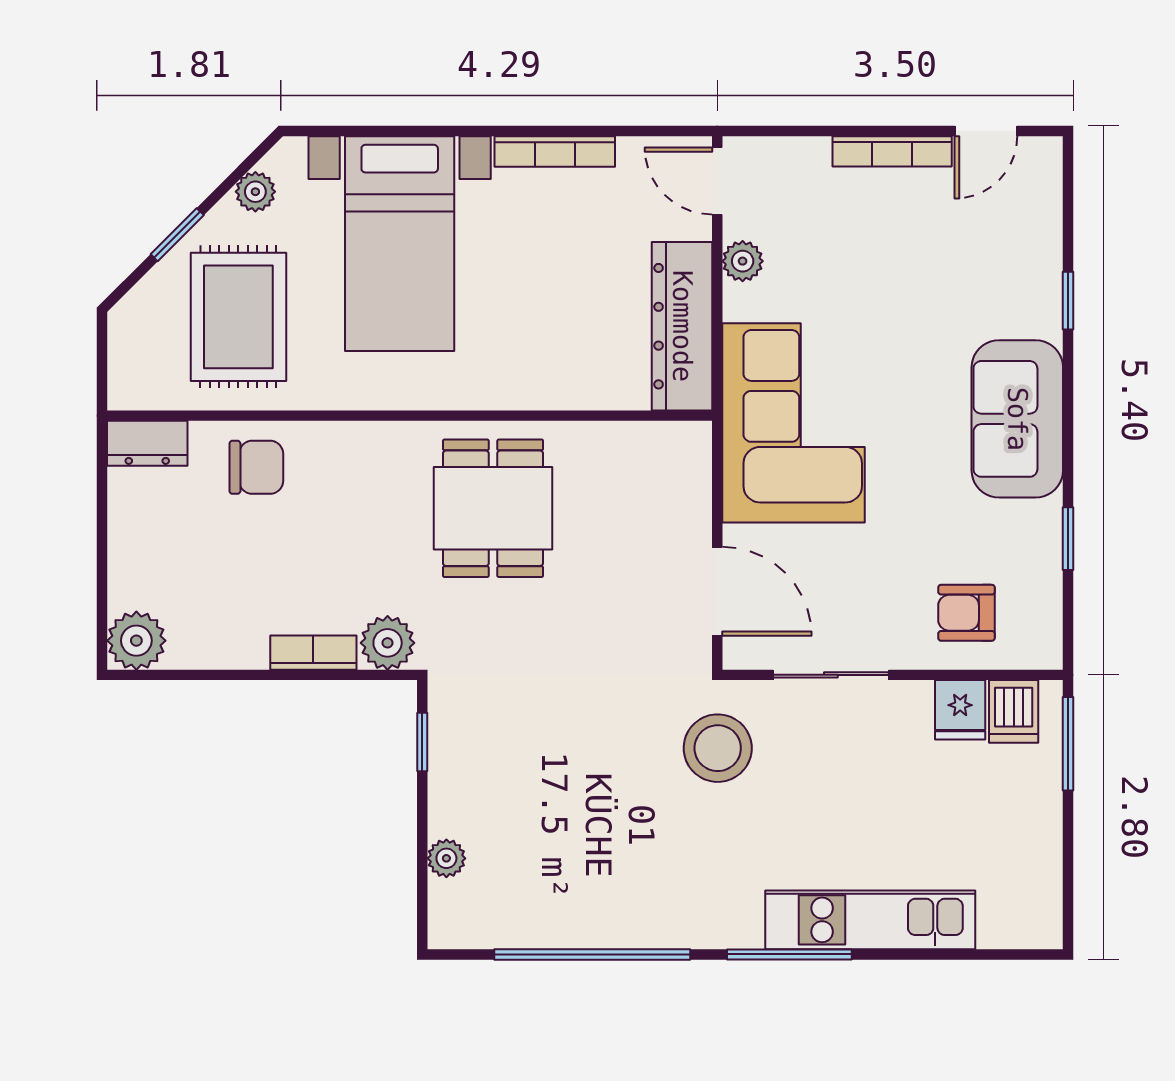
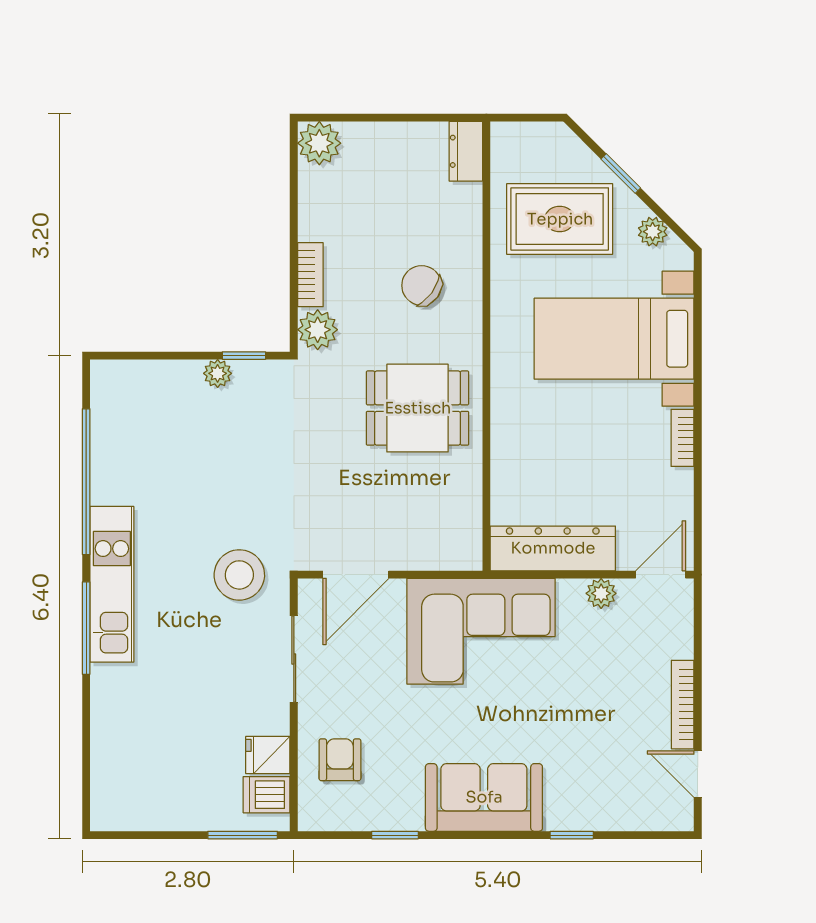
bookcase: (555, 151) -> (683, 438), width x0.64
chair: (256, 467) -> (422, 285), moved, turned 126
plant: (446, 858) -> (218, 373), moved
kitchen unit: (870, 920) -> (112, 584), moved

